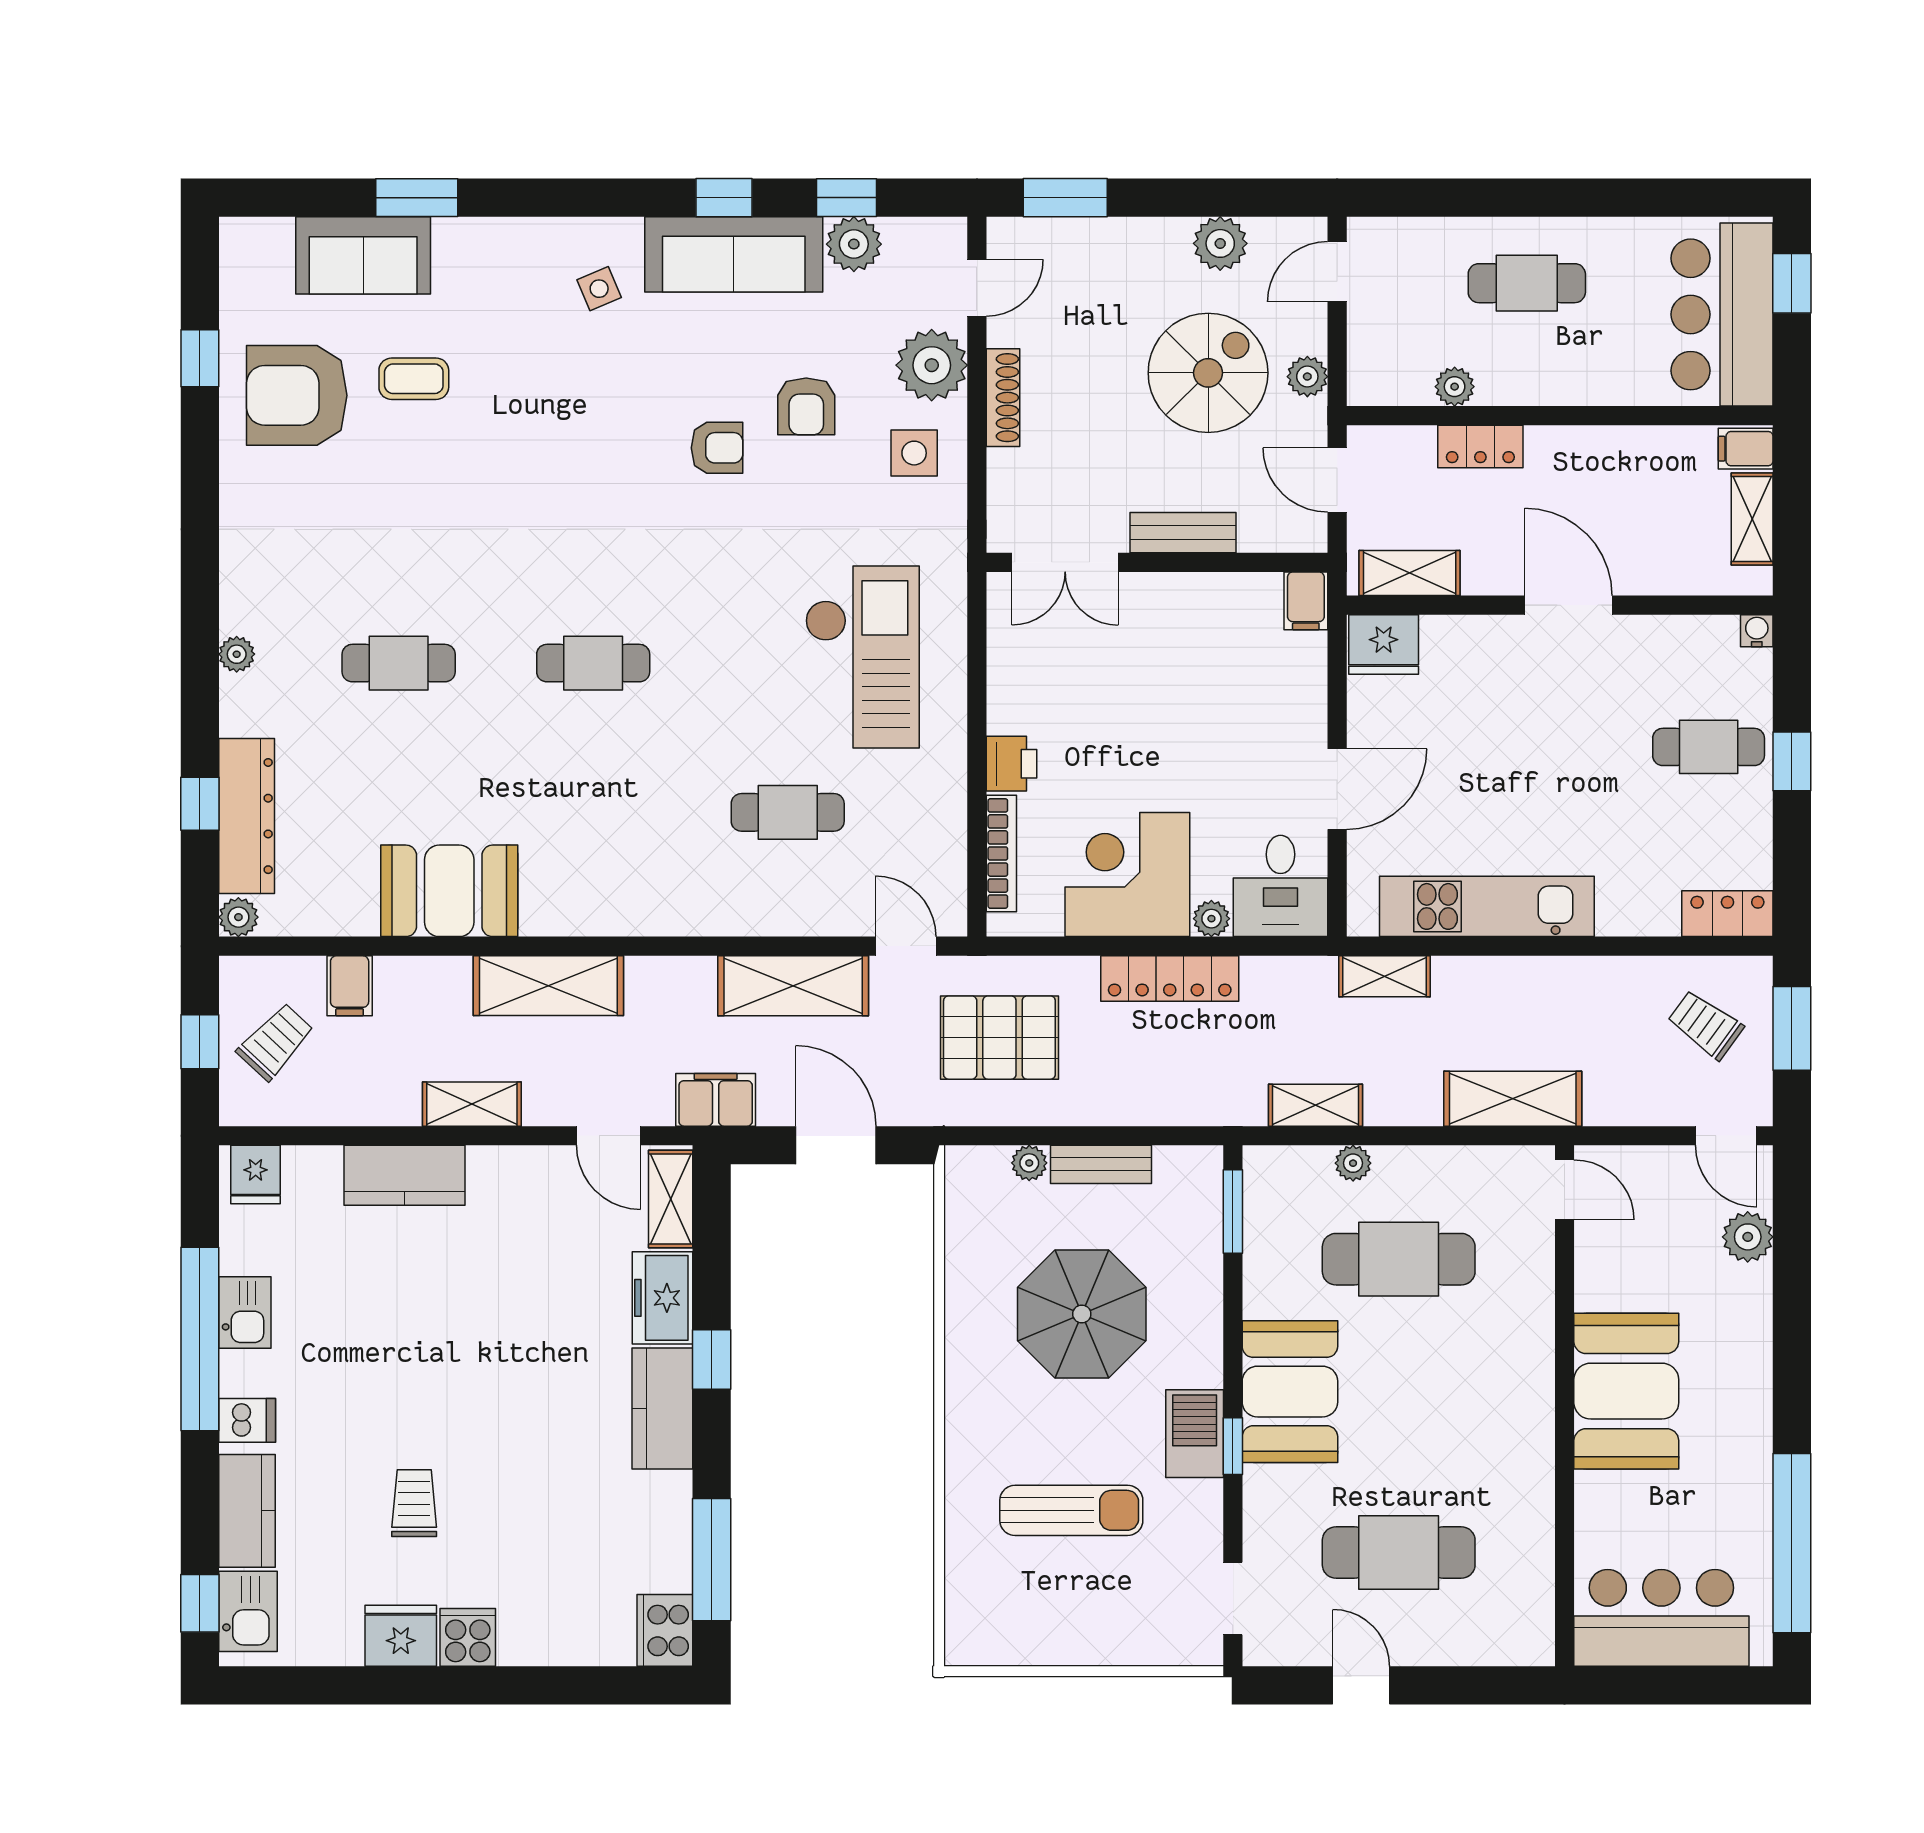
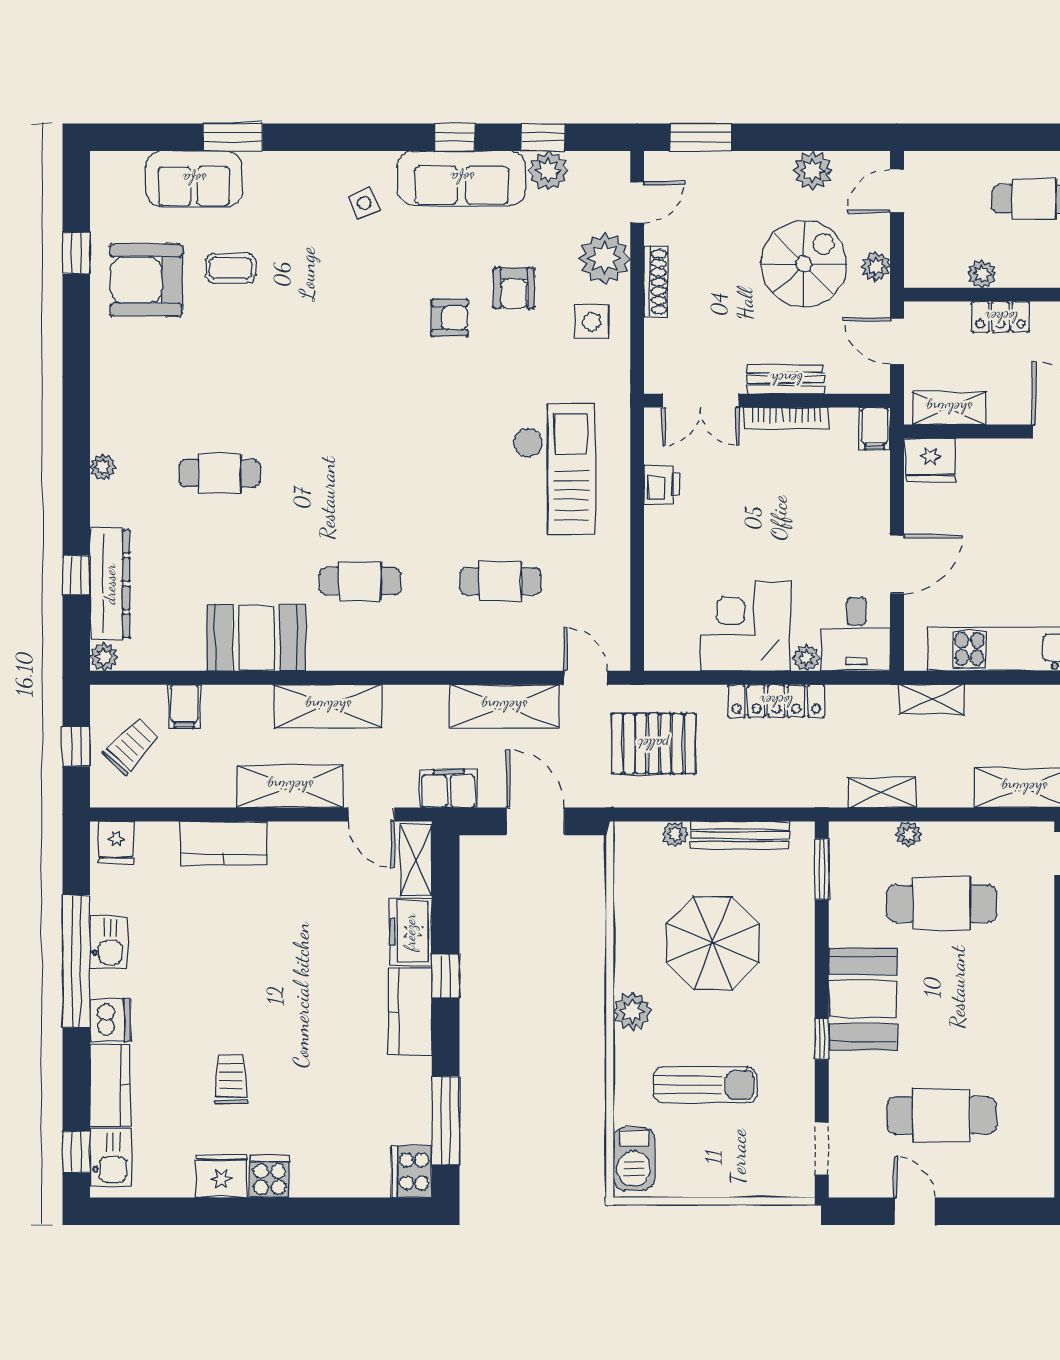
cafe table: (593, 663) -> (360, 581), moved
printer: (1011, 764) -> (662, 484), moved
bookcase: (1001, 853) -> (786, 418), moved, turned 90
shelving: (472, 1104) -> (290, 786), width x1.50, depth x1.33
bench: (1101, 1164) -> (740, 835), width x1.36
plant: (970, 1408) -> (632, 1011), added
dishwasher: (247, 1420) -> (110, 1020), width x1.38
barbecue: (1195, 1434) -> (634, 1158), moved, turned 180

